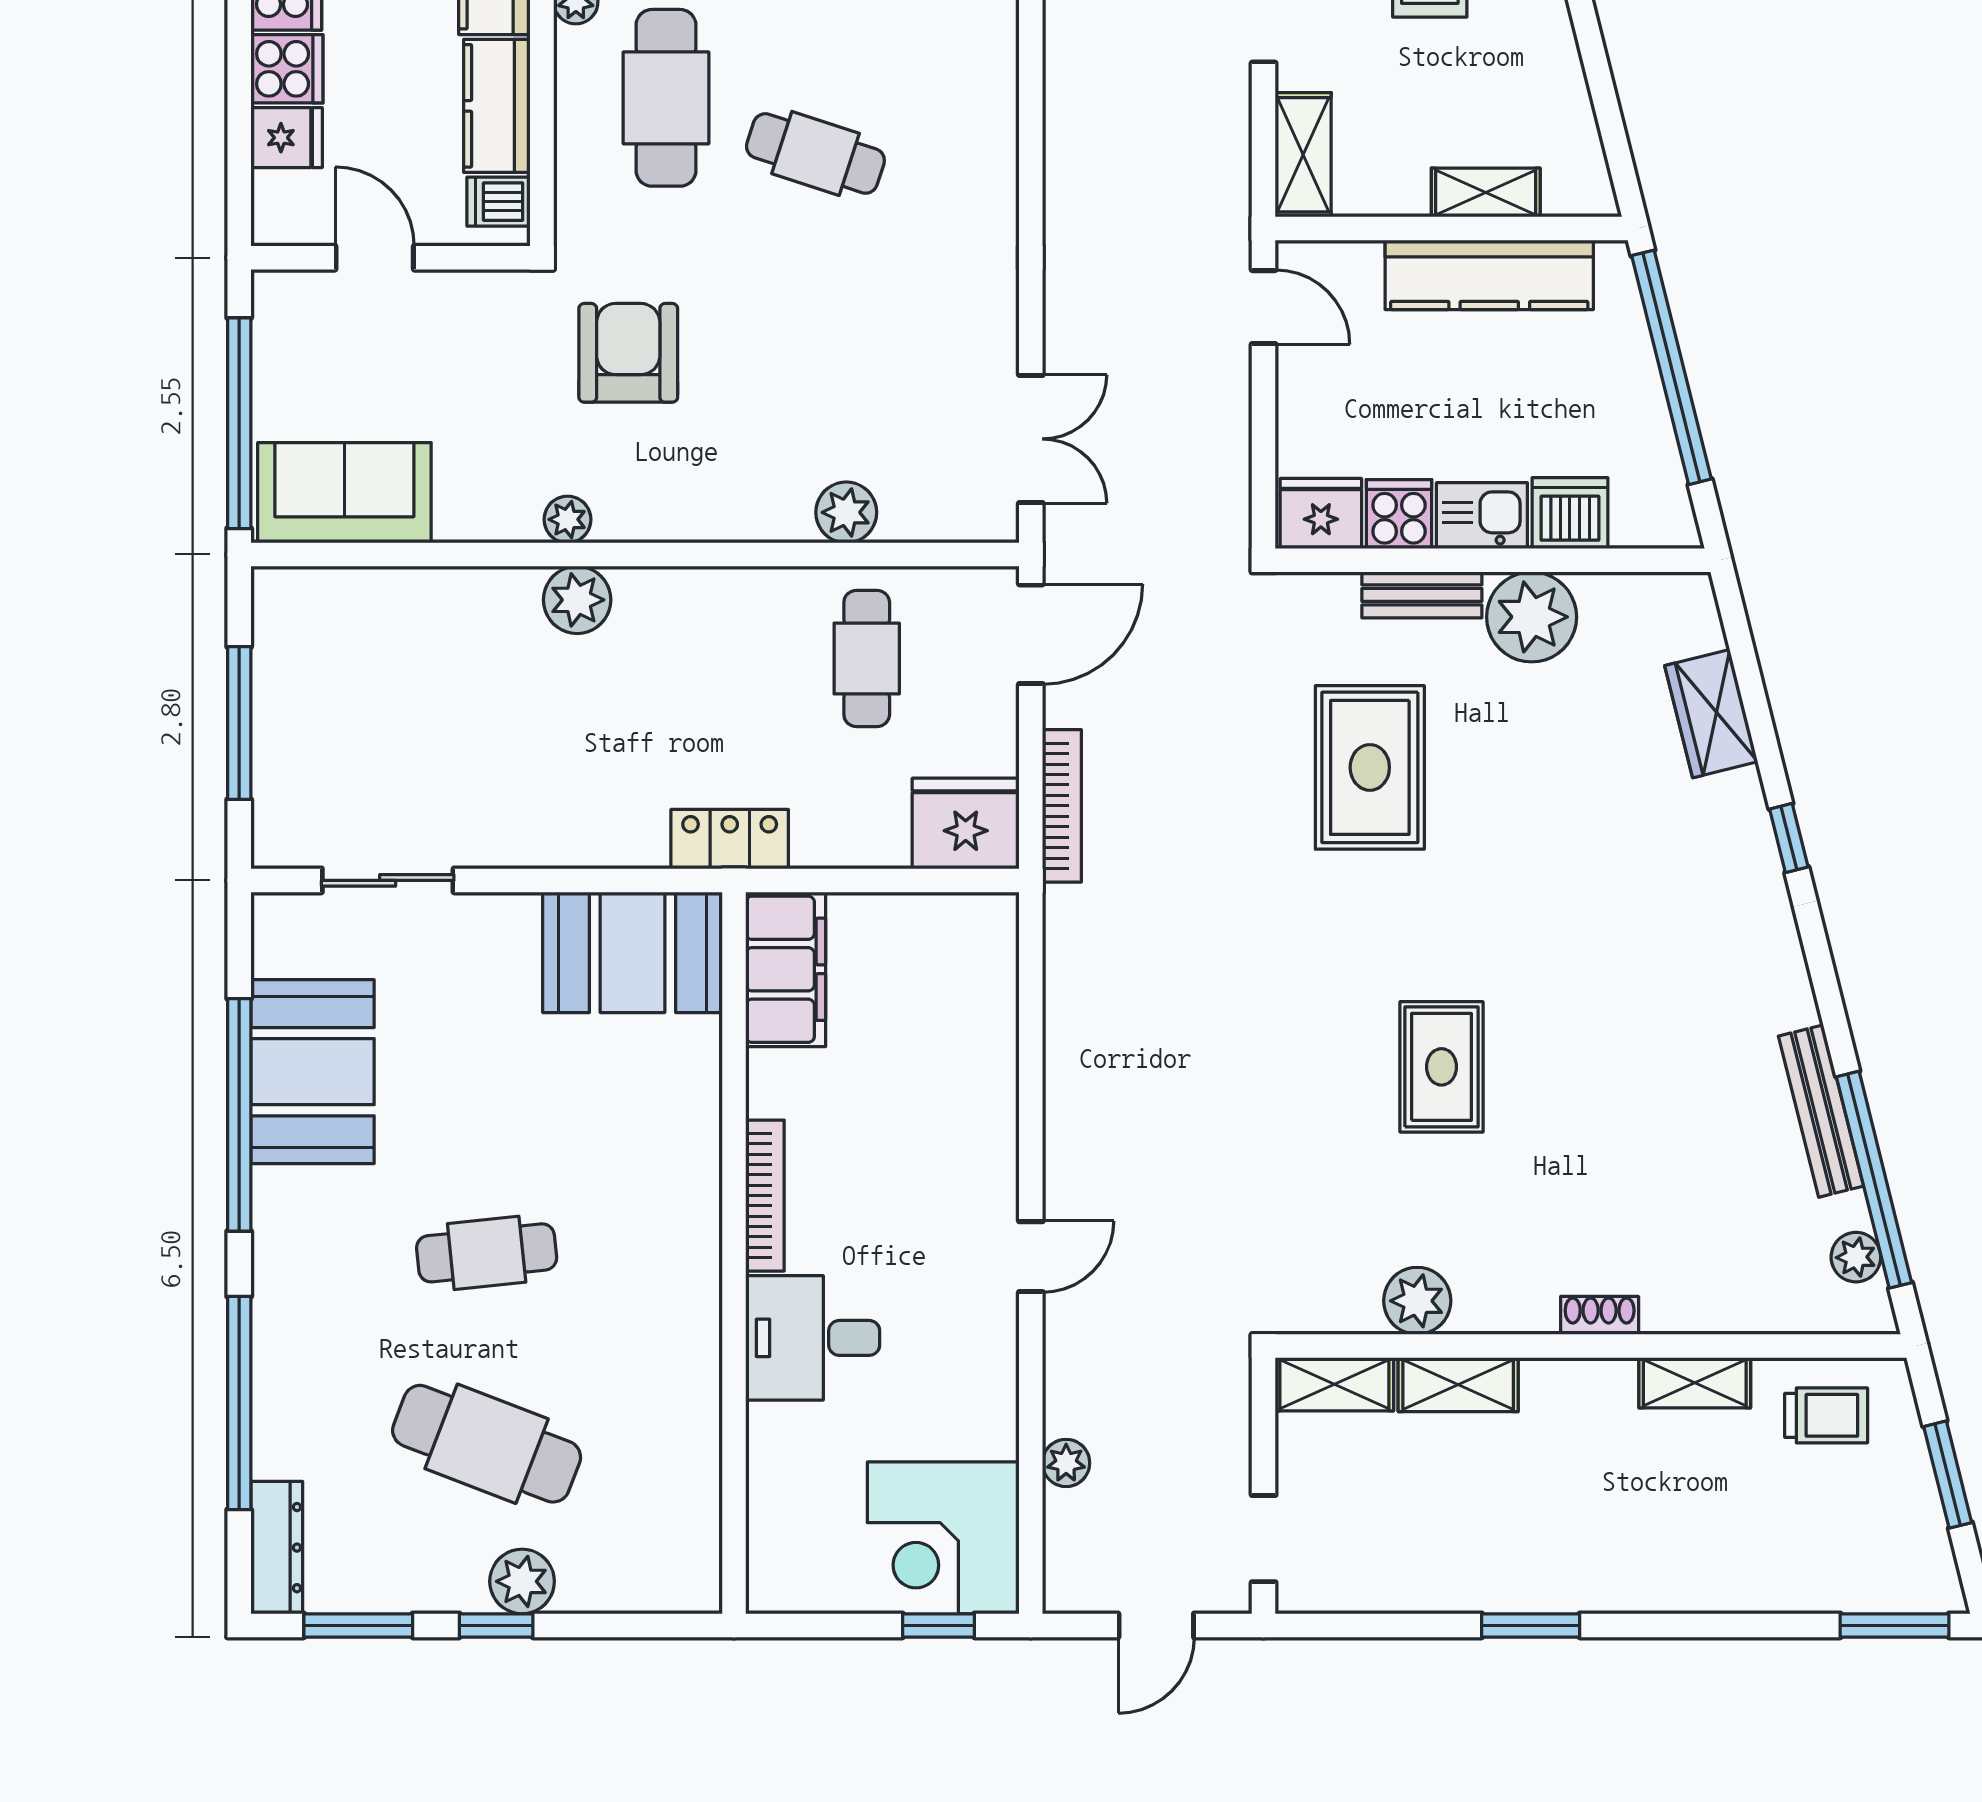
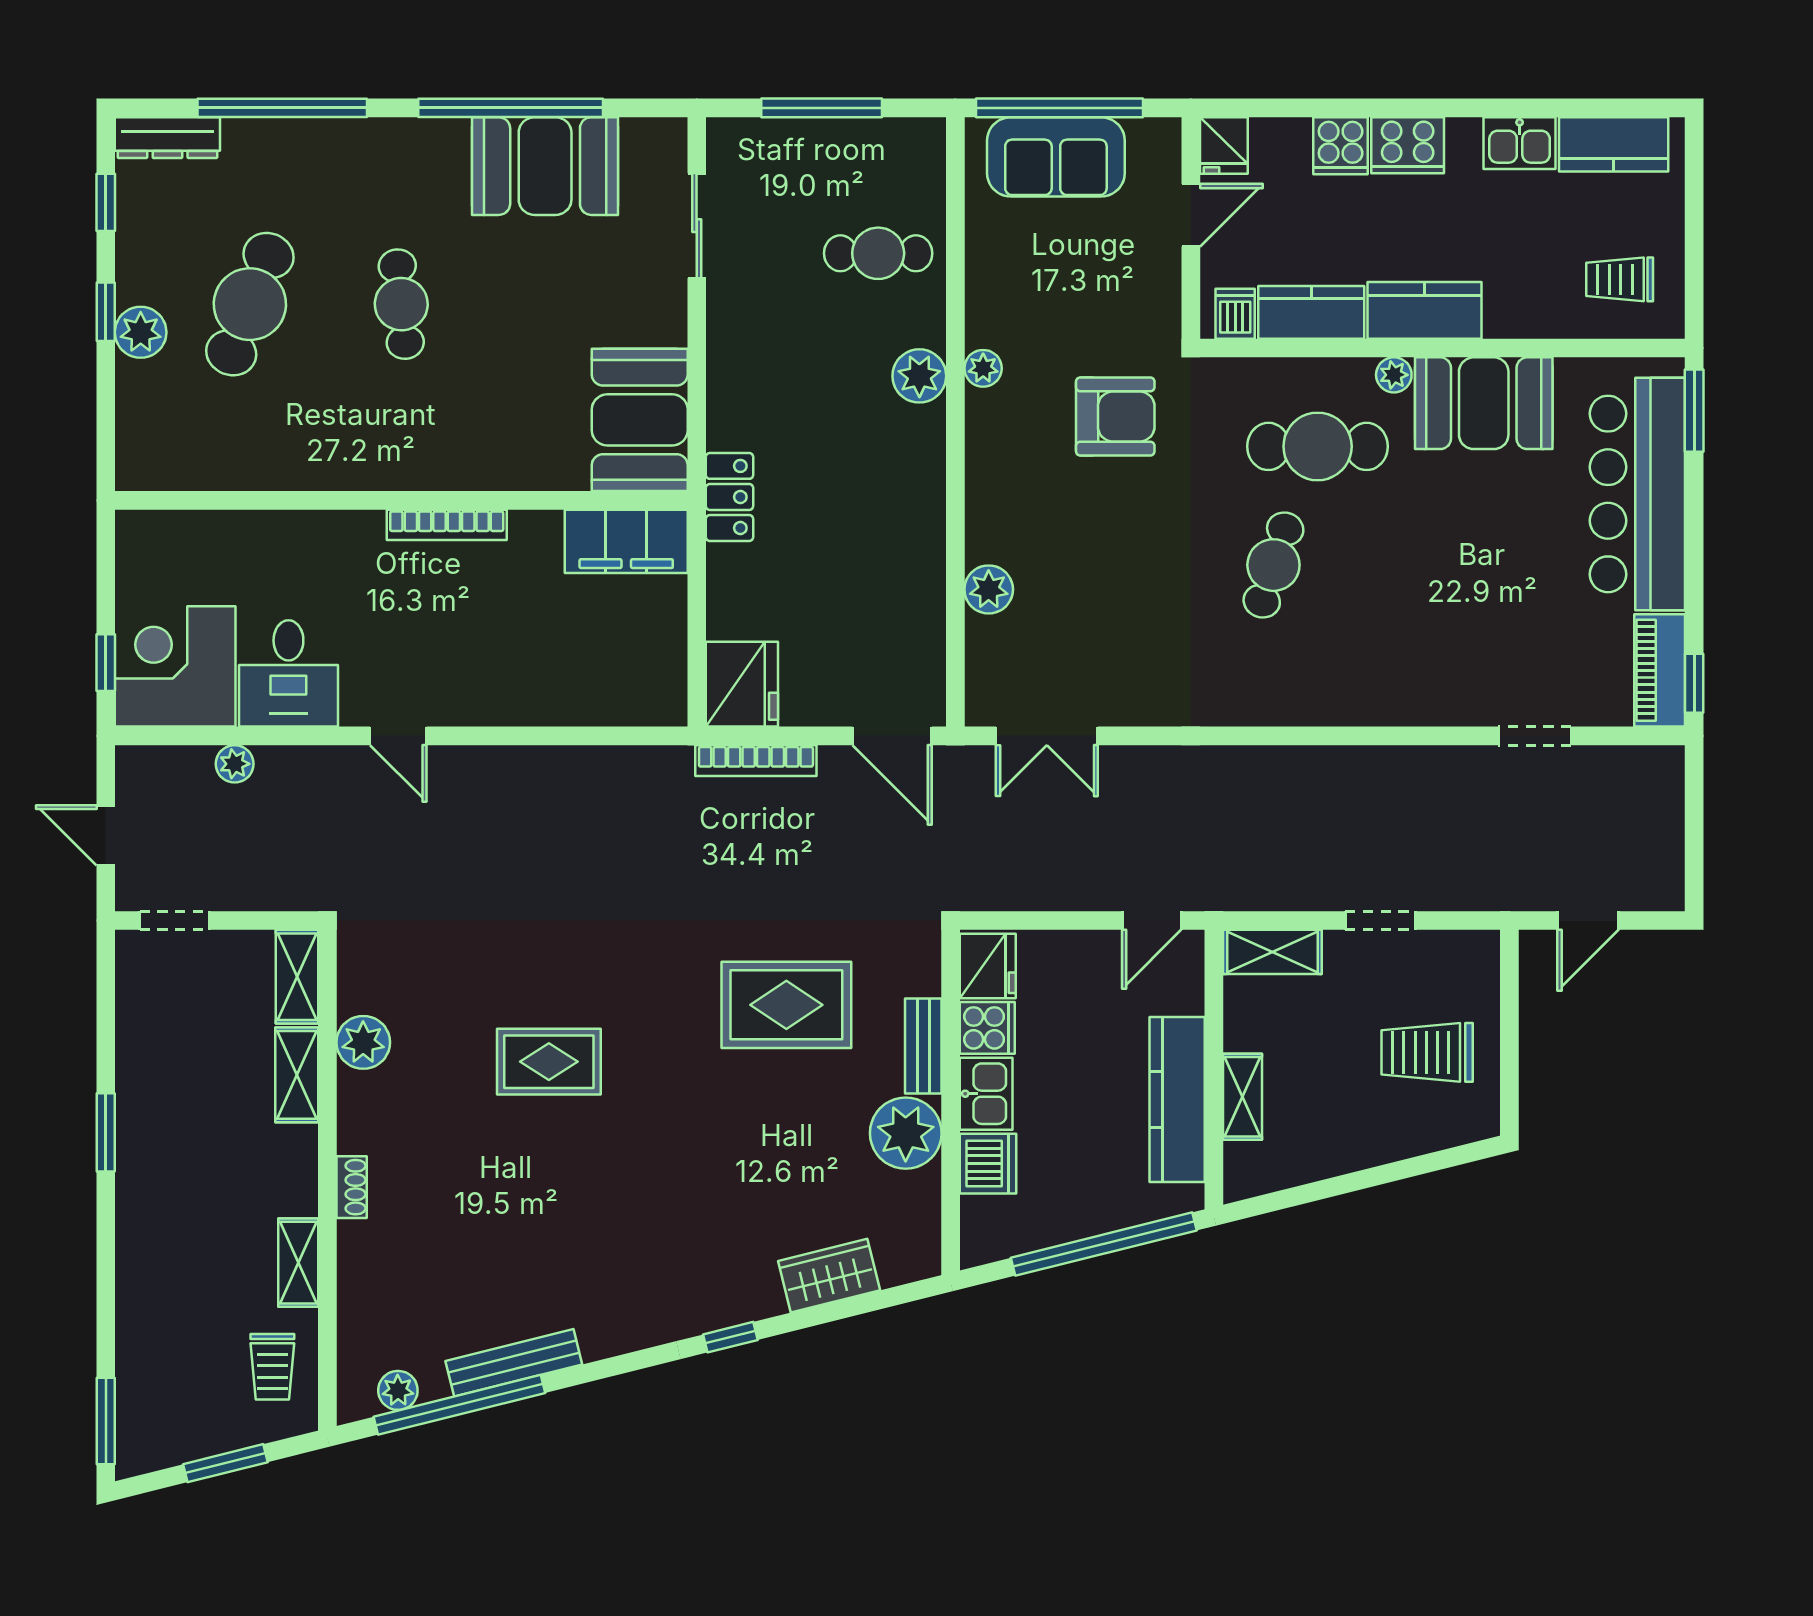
fridge: (287, 138) -> (1224, 145), moved
sofa: (344, 493) -> (1056, 157), moved, turned 90
cafe table: (867, 658) -> (878, 253), moved
desk: (813, 1338) -> (288, 673), moved, turned 180
window: (358, 1625) -> (106, 202), width x0.67

